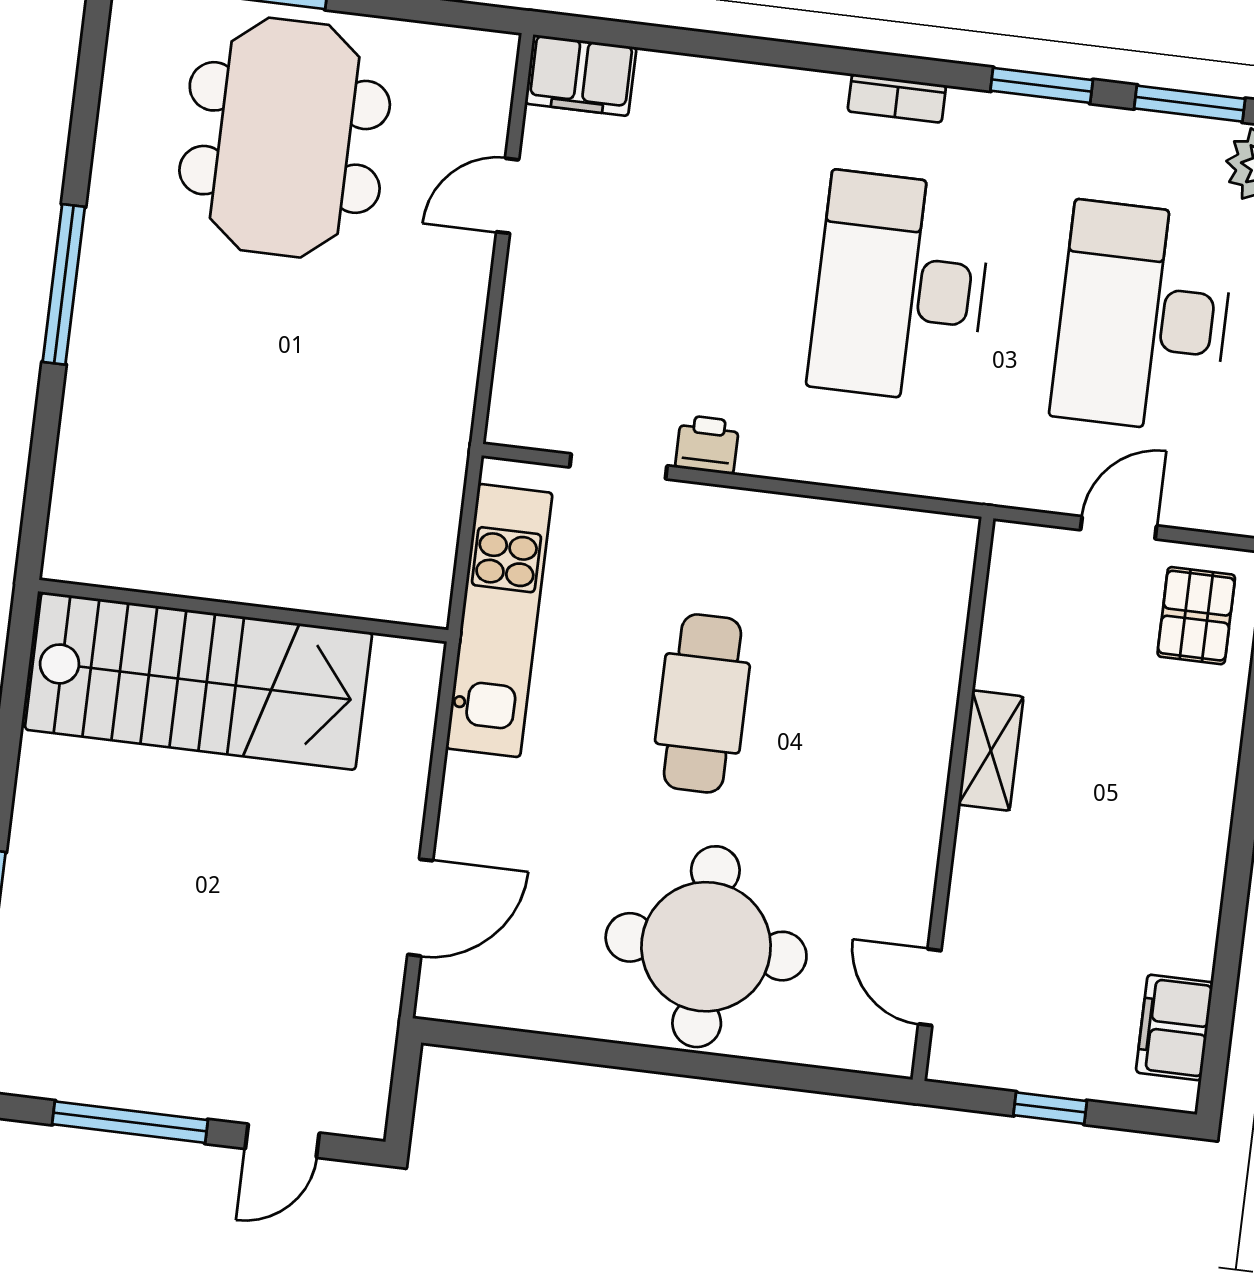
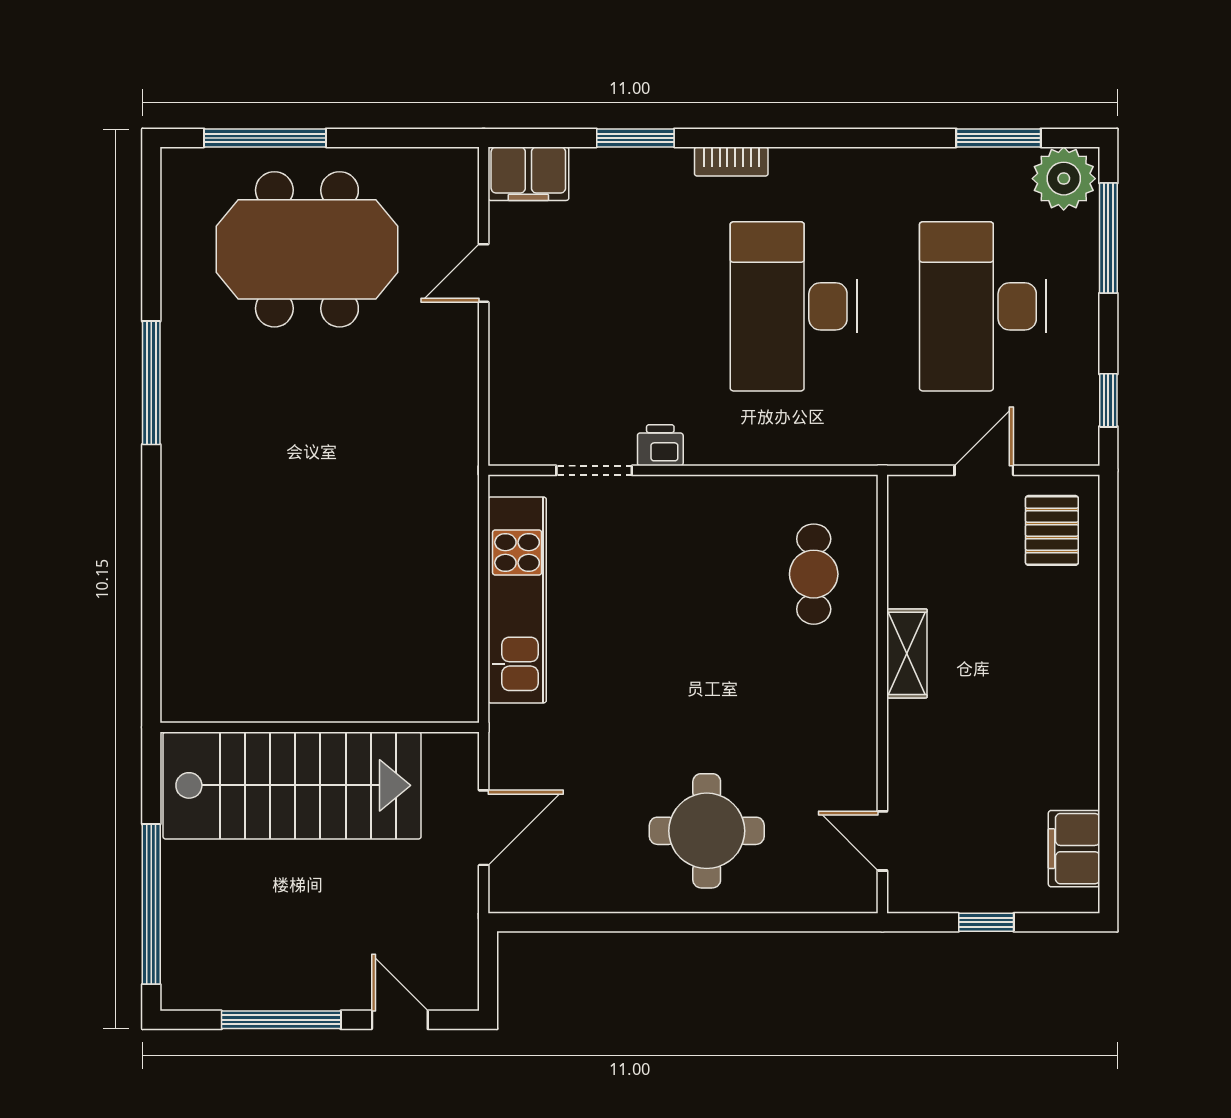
window: (1042, 85) -> (635, 138), moved
bookcase: (897, 98) -> (731, 162), moved
meeting table: (285, 138) -> (307, 249), turned 90
wall: (243, 611) -> (320, 727), moved
stairs: (198, 681) -> (292, 785), moved
cafe table: (702, 703) -> (814, 574), moved, width x0.73, depth x0.74
round table: (706, 947) -> (707, 831), width x0.73, depth x0.73
door: (282, 1141) -> (400, 1020), swing flipped

